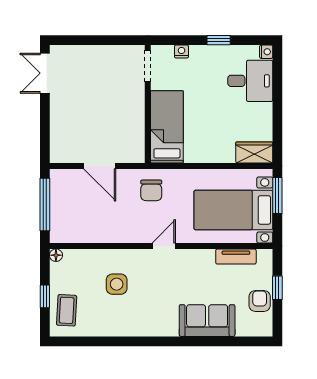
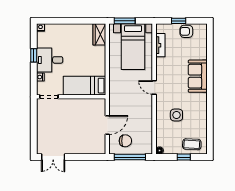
desk: (250, 81) -> (50, 60), moved, turned -90
chair: (151, 190) -> (125, 141), moved
sofa: (207, 321) -> (198, 76), moved

